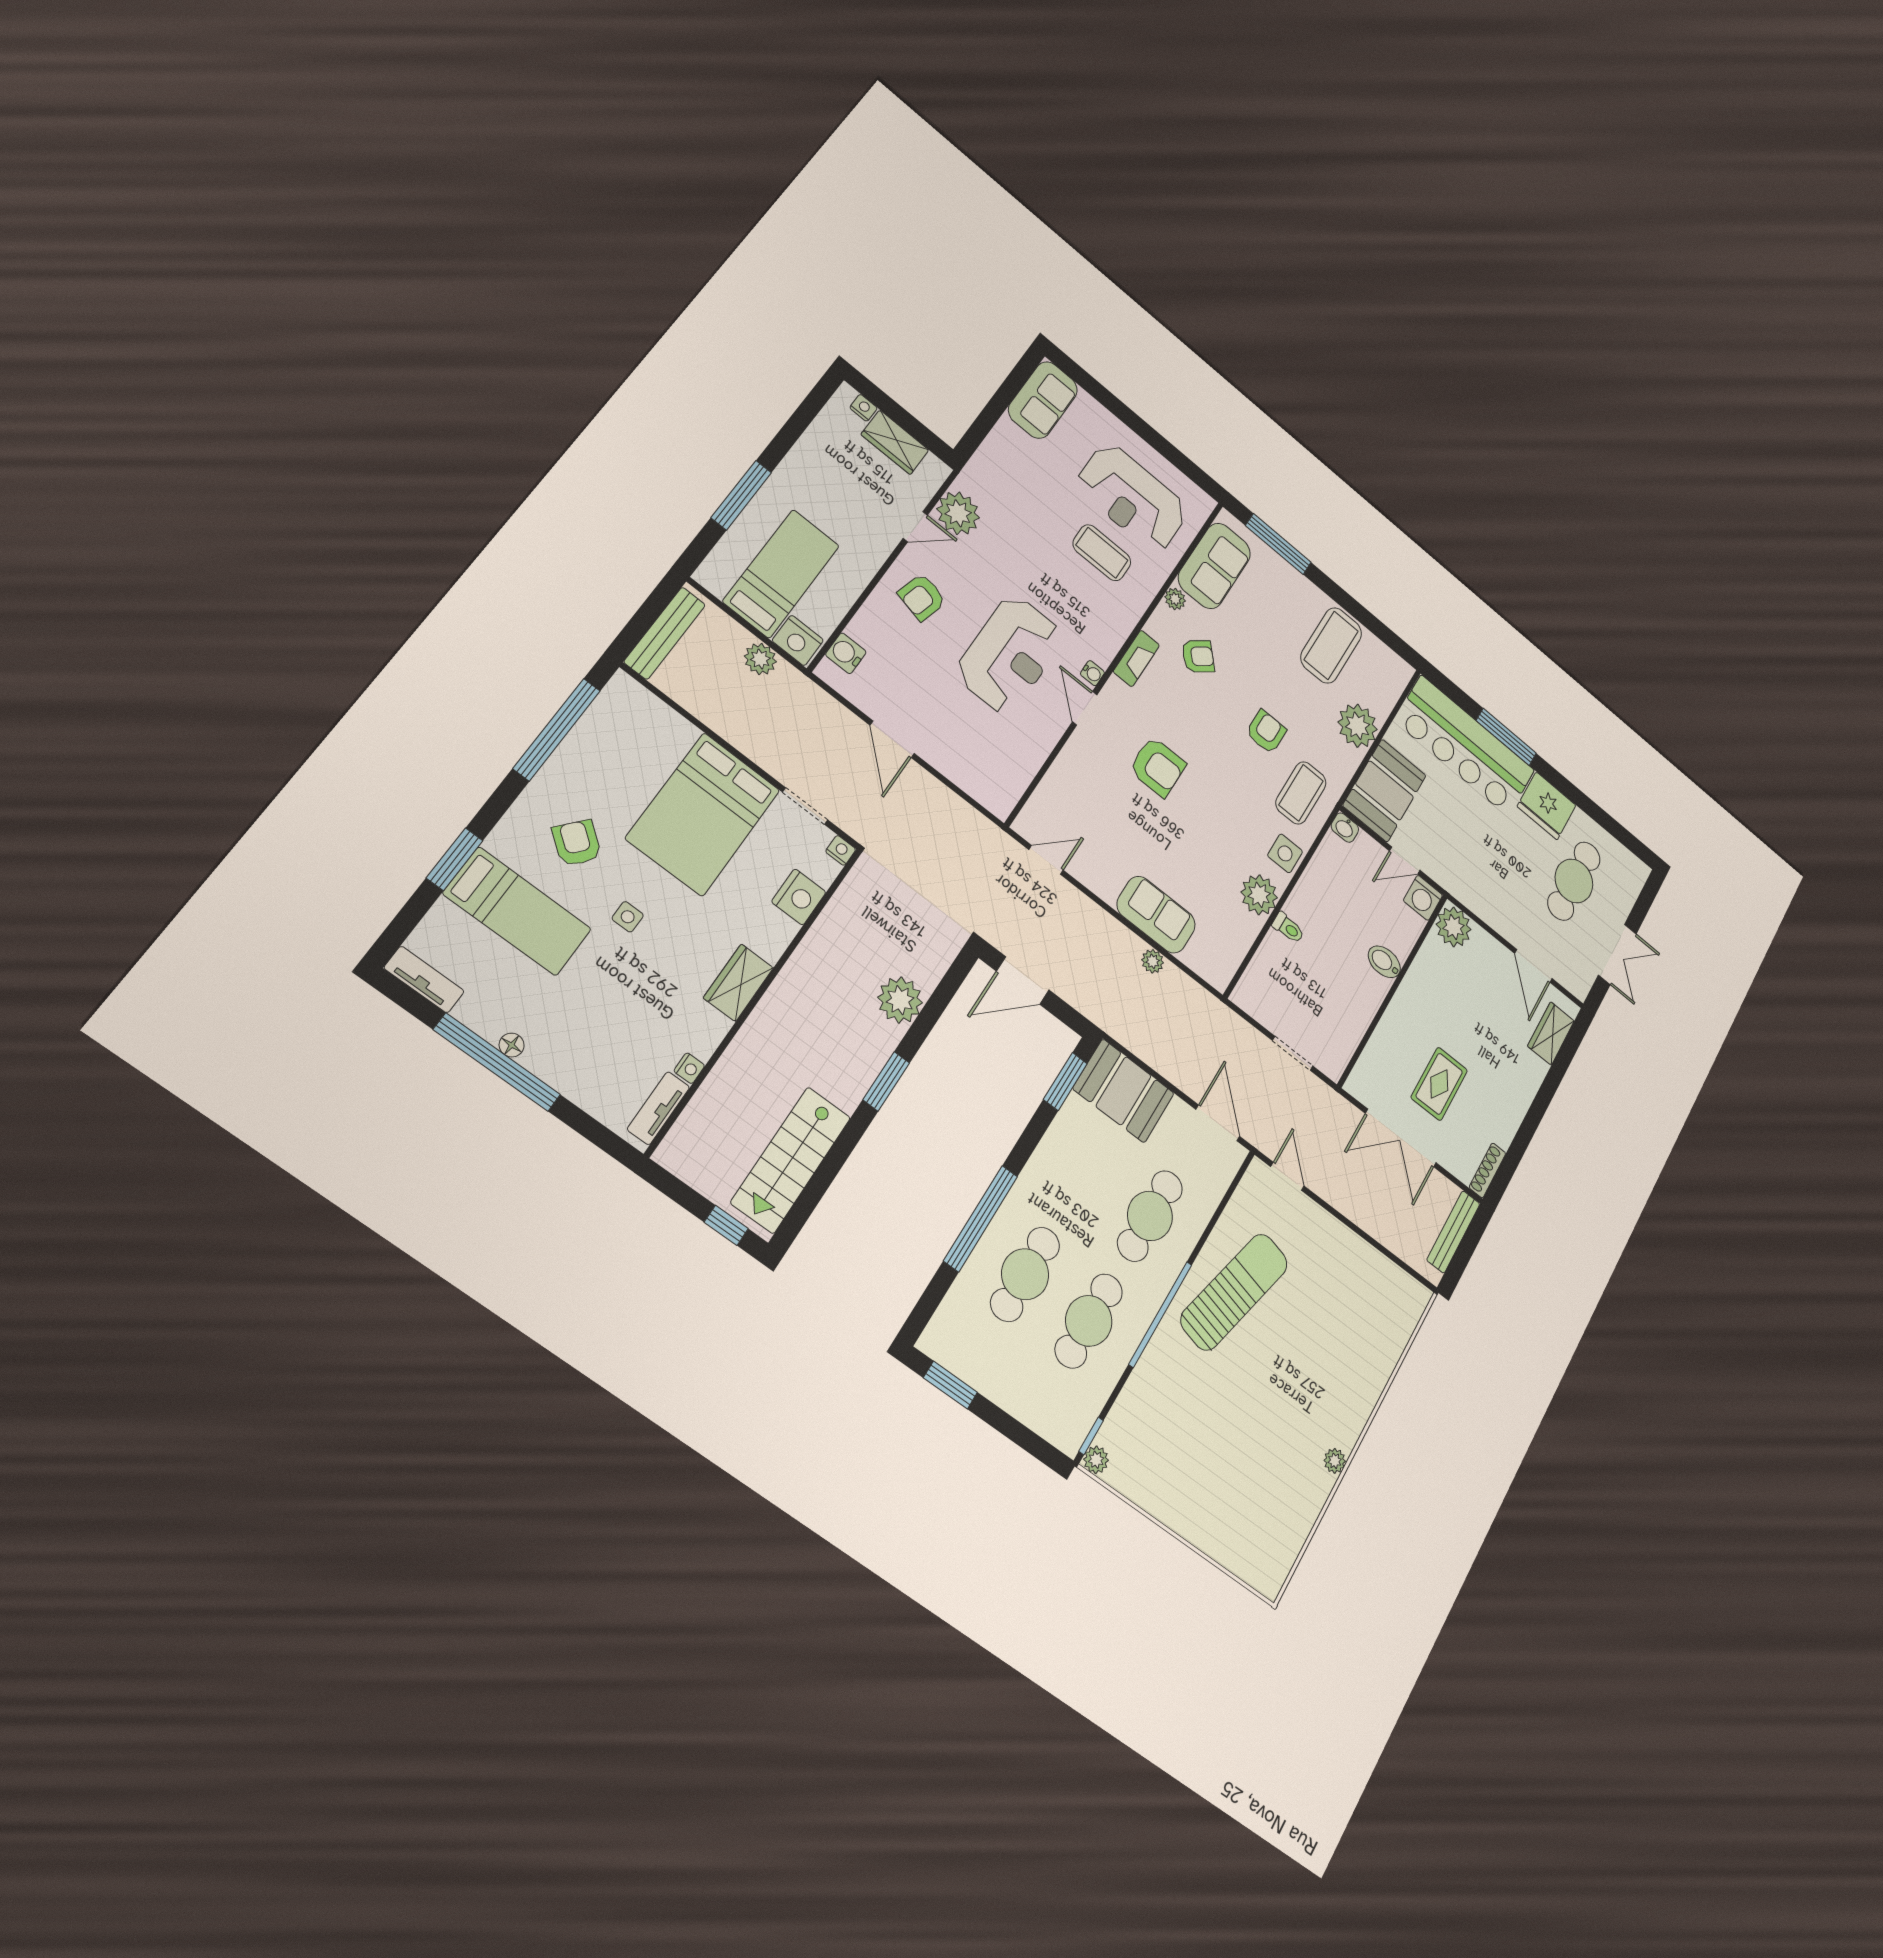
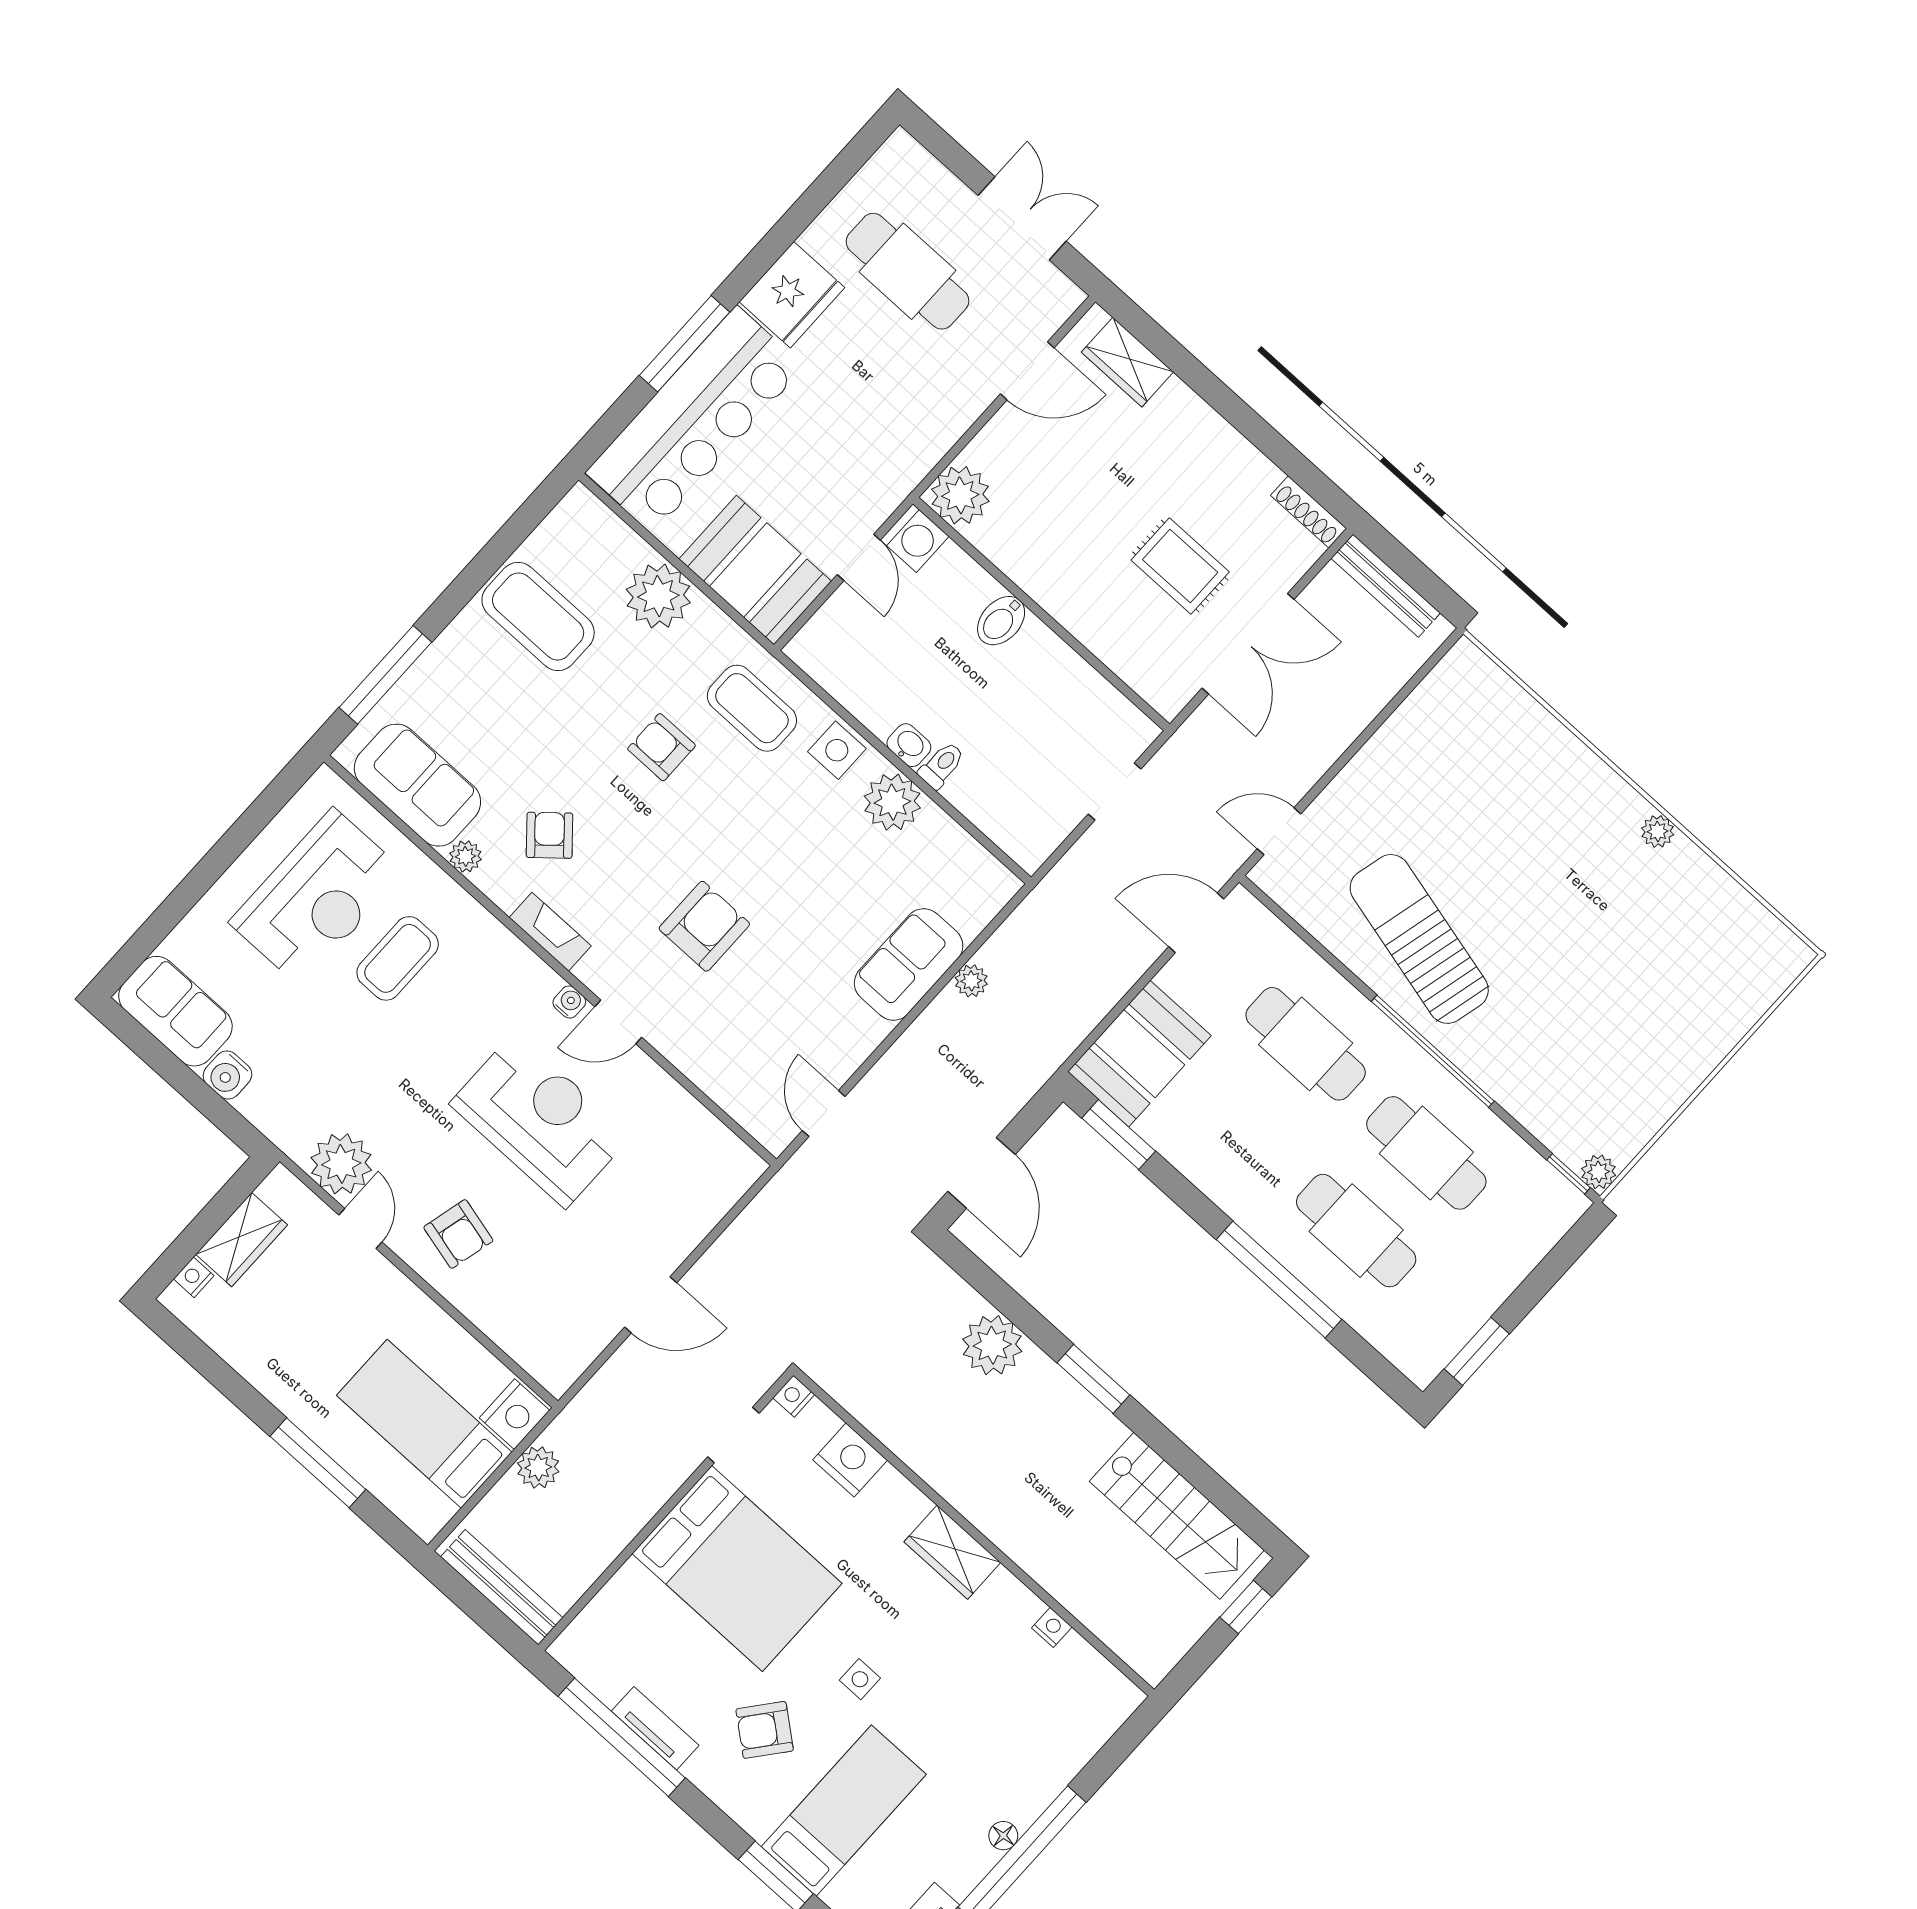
water cooler: (846, 653) -> (227, 1075), moved
washbasin: (1345, 828) -> (909, 745), moved, turned -90
tv unit: (658, 1108) -> (655, 1728), moved, turned 180

